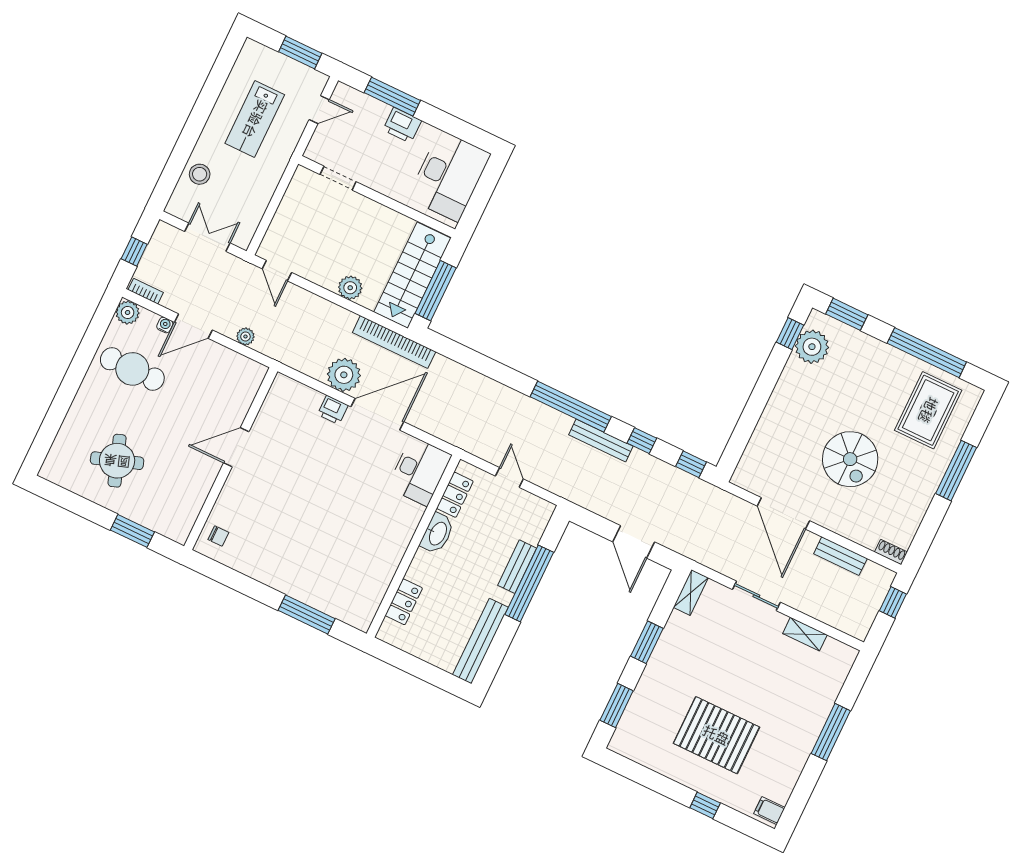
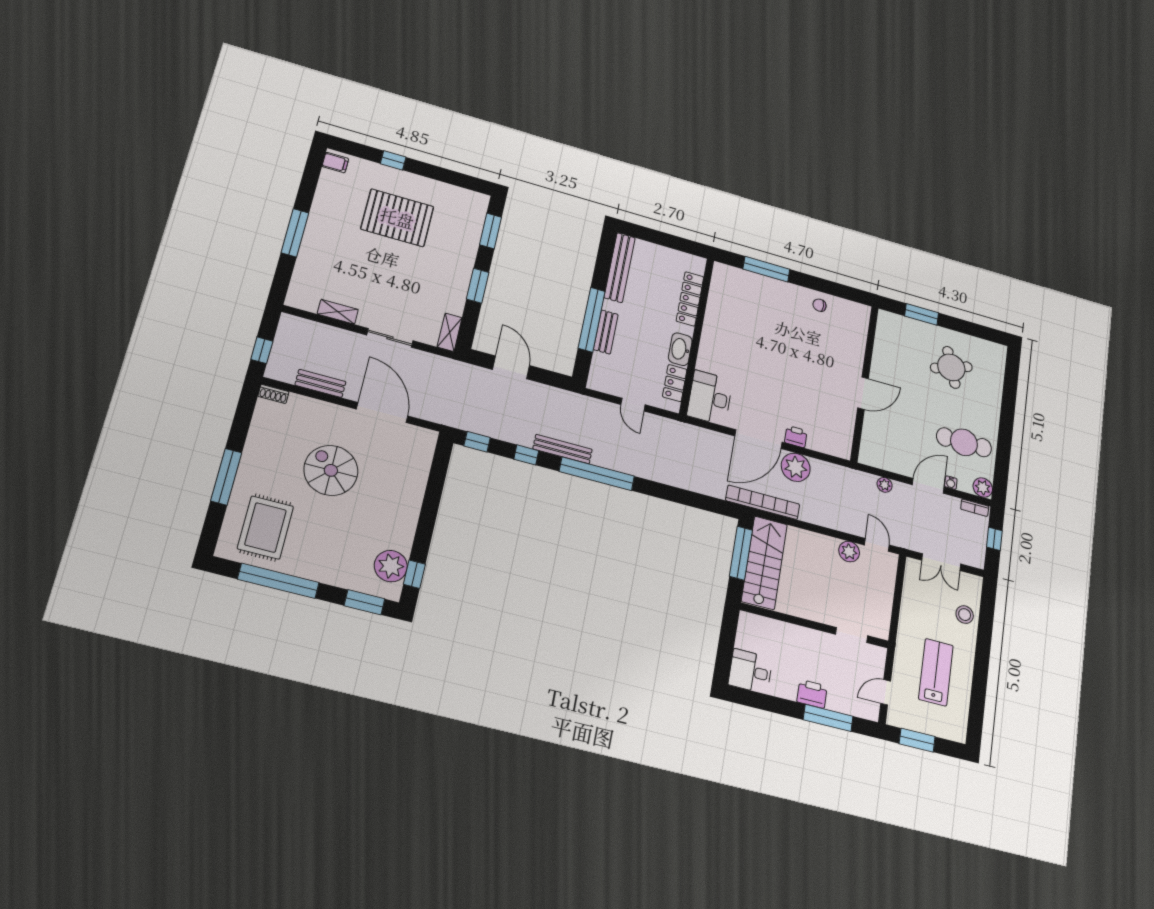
desk: (449, 176) -> (750, 671), width x0.53, depth x0.77
plant: (350, 288) -> (849, 552), moved
chair: (218, 536) -> (820, 305), moved
locker: (404, 602) -> (690, 299), width x1.53

